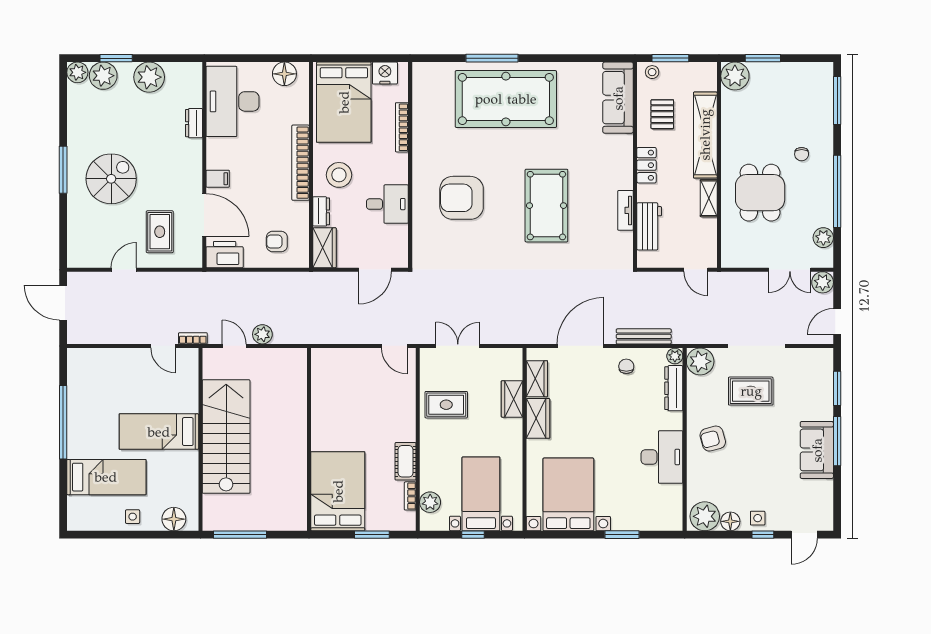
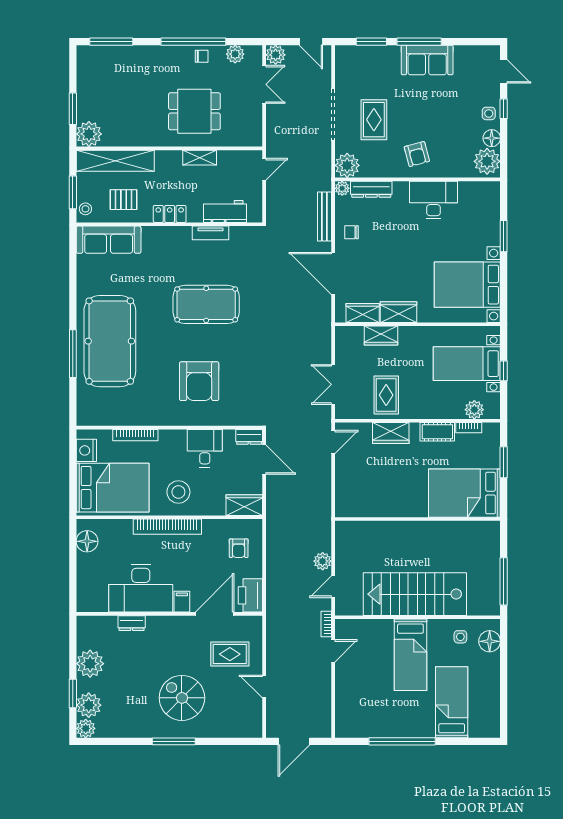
desk: (233, 101) -> (141, 588), moved
shelving: (705, 135) -> (115, 161), moved
chair: (802, 154) -> (202, 56), moved
dresser: (321, 211) -> (249, 437), moved, turned 180
wardrobe: (404, 410) -> (391, 433), added
side table: (133, 517) -> (460, 637), moved

